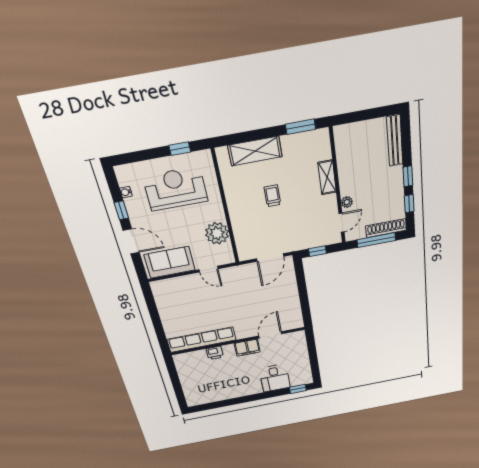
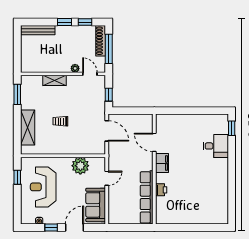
door: (270, 335) -> (154, 142), moved
row of seats: (202, 340) -> (147, 197), moved
wall: (238, 341) -> (154, 169), moved
filing cabinet: (247, 348) -> (162, 163), moved
printer: (215, 353) -> (161, 190), moved

